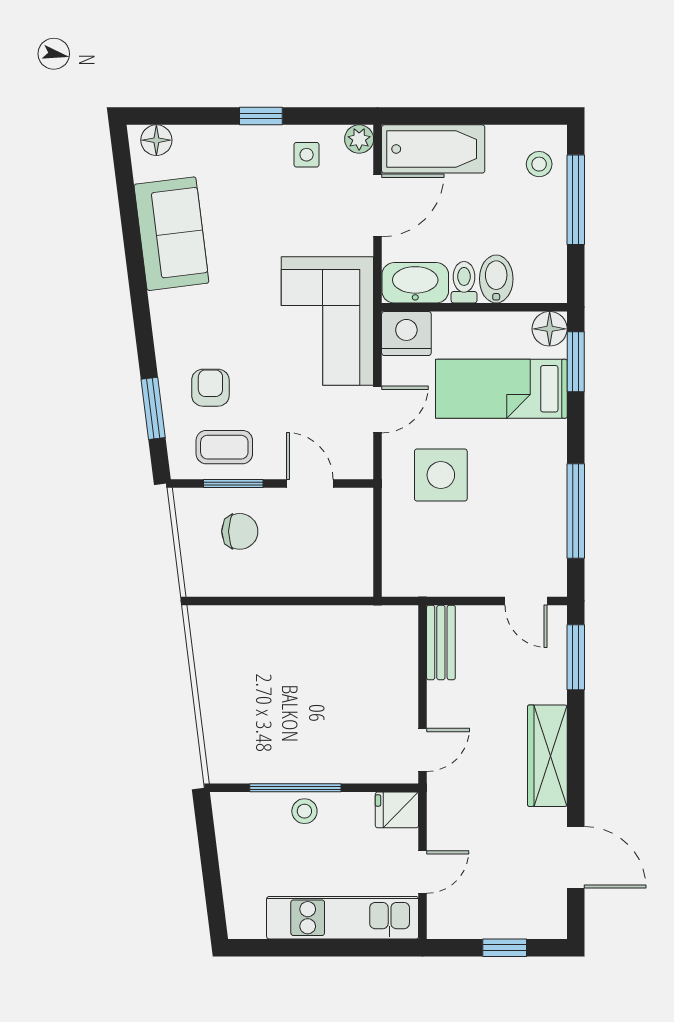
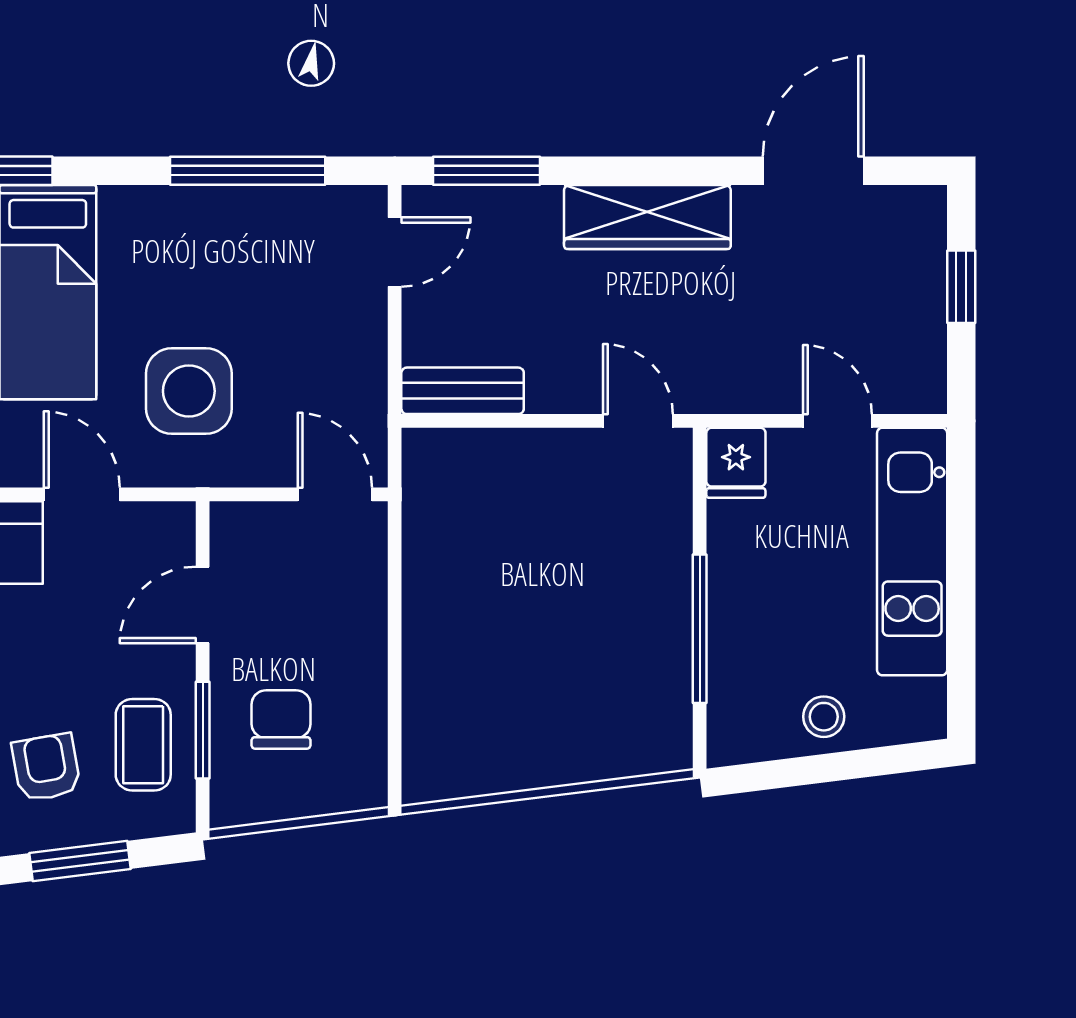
armchair: (210, 388) -> (46, 767), turned 80
door: (378, 564) -> (335, 494), added
stool: (304, 811) -> (824, 717), moved

